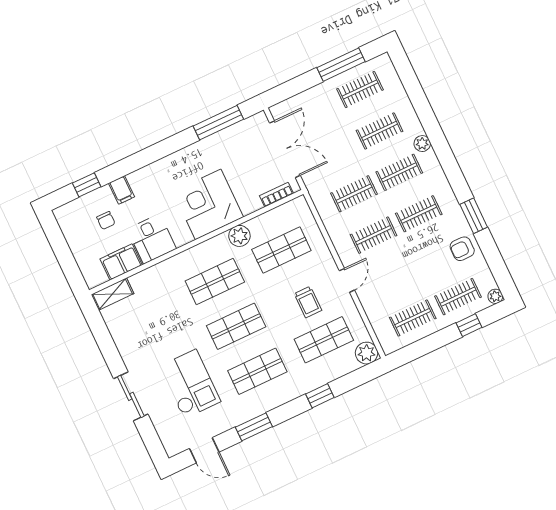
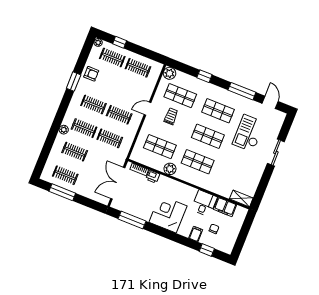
corner desk: (208, 204) -> (168, 214), moved, turned 180
printer: (250, 204) -> (153, 177), added
window: (254, 427) -> (242, 91), width x1.44

